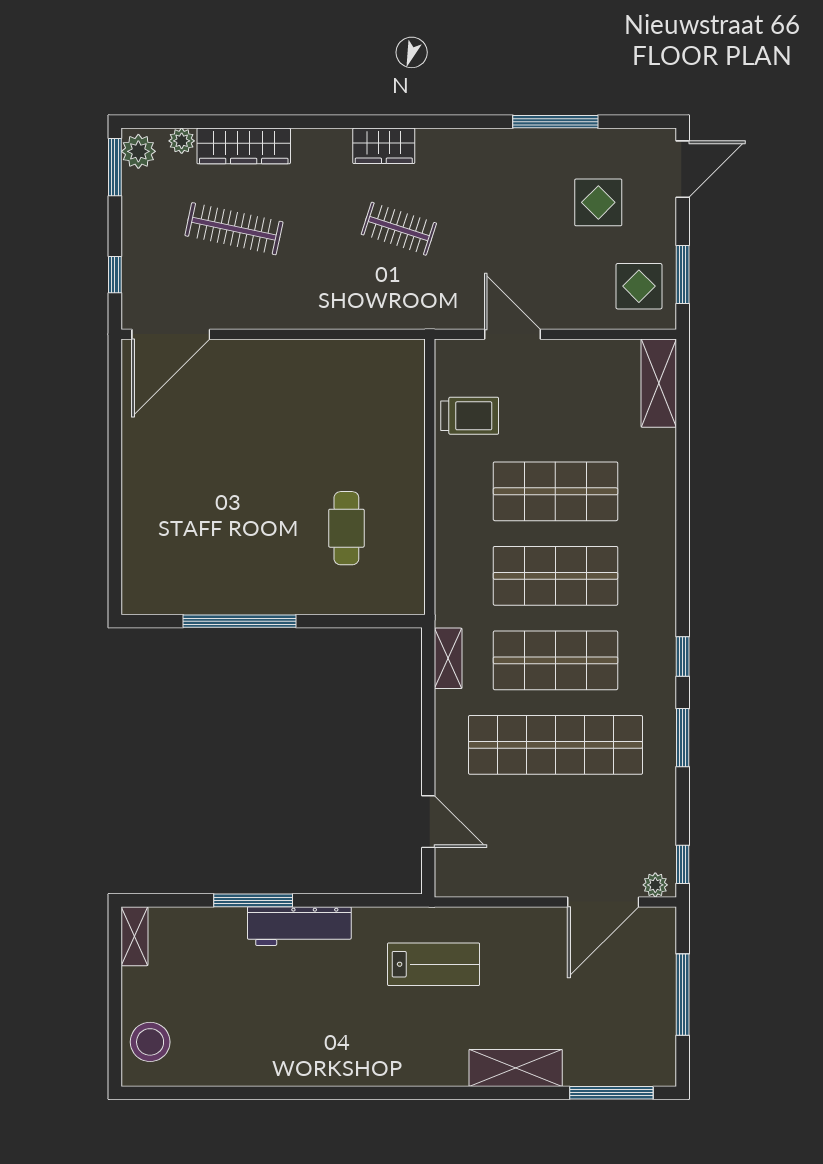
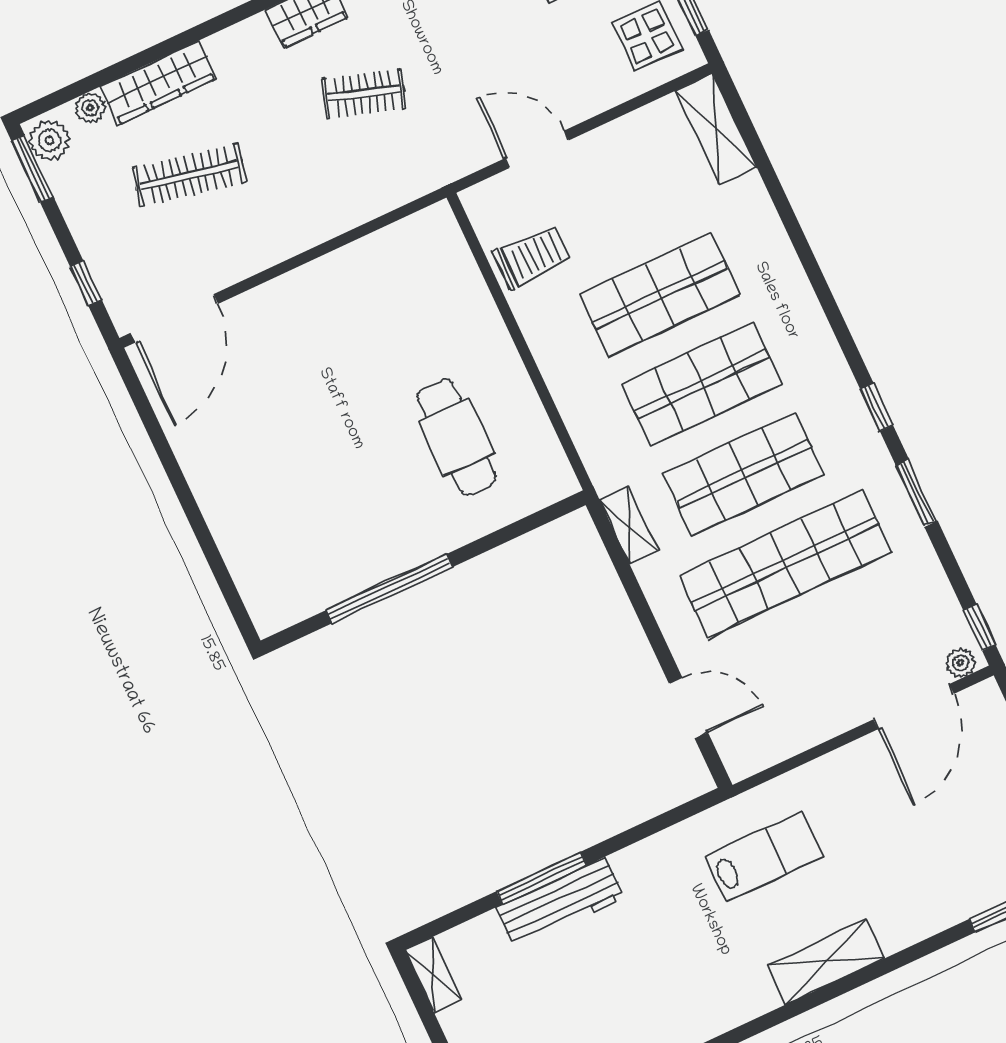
cafe table: (346, 528) -> (457, 437), width x1.37, depth x1.35
workbench: (299, 926) -> (560, 903), moved
shelving: (516, 1068) -> (826, 962), moved

